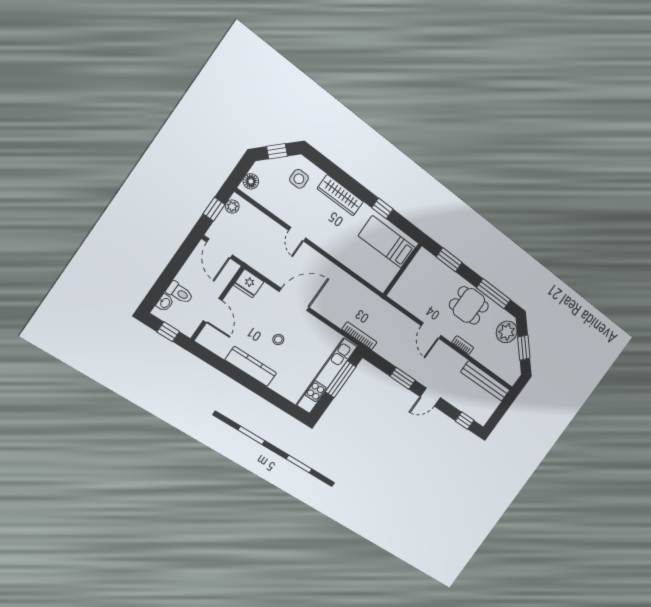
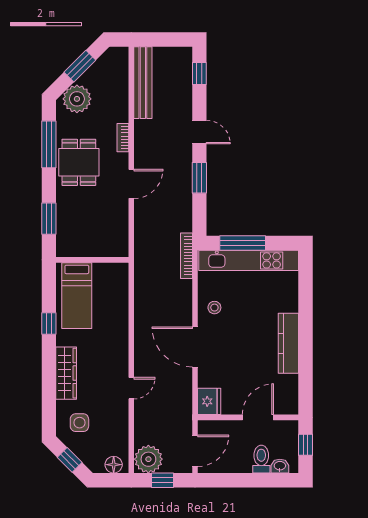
plant: (232, 207) -> (148, 459), width x1.88, depth x1.88
stool: (278, 339) -> (214, 308), moved

